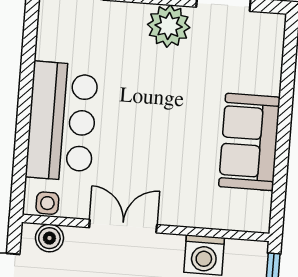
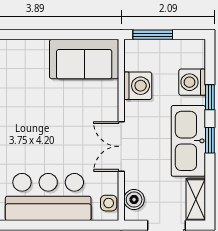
sofa: (249, 142) -> (84, 59), moved

